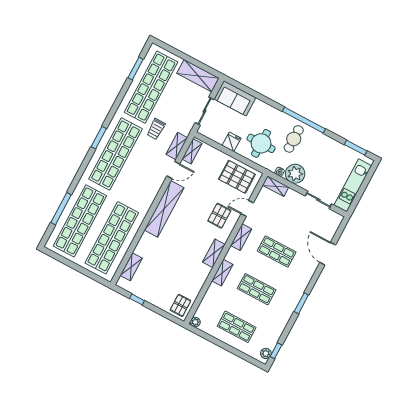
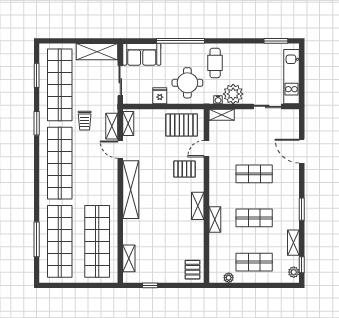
window: (304, 120) -> (180, 41), moved
window: (99, 138) -> (37, 123), moved
door: (173, 170) -> (120, 150), swing flipped
pallet: (219, 216) -> (184, 169), turned 90
shelving: (241, 237) -> (293, 243), moved
plant: (195, 322) -> (229, 278), moved

